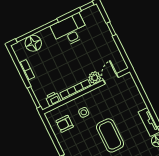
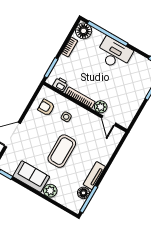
desk: (70, 30) -> (114, 54), moved
floor lamp: (33, 43) -> (84, 31), moved
door: (111, 79) -> (109, 121), swing flipped

